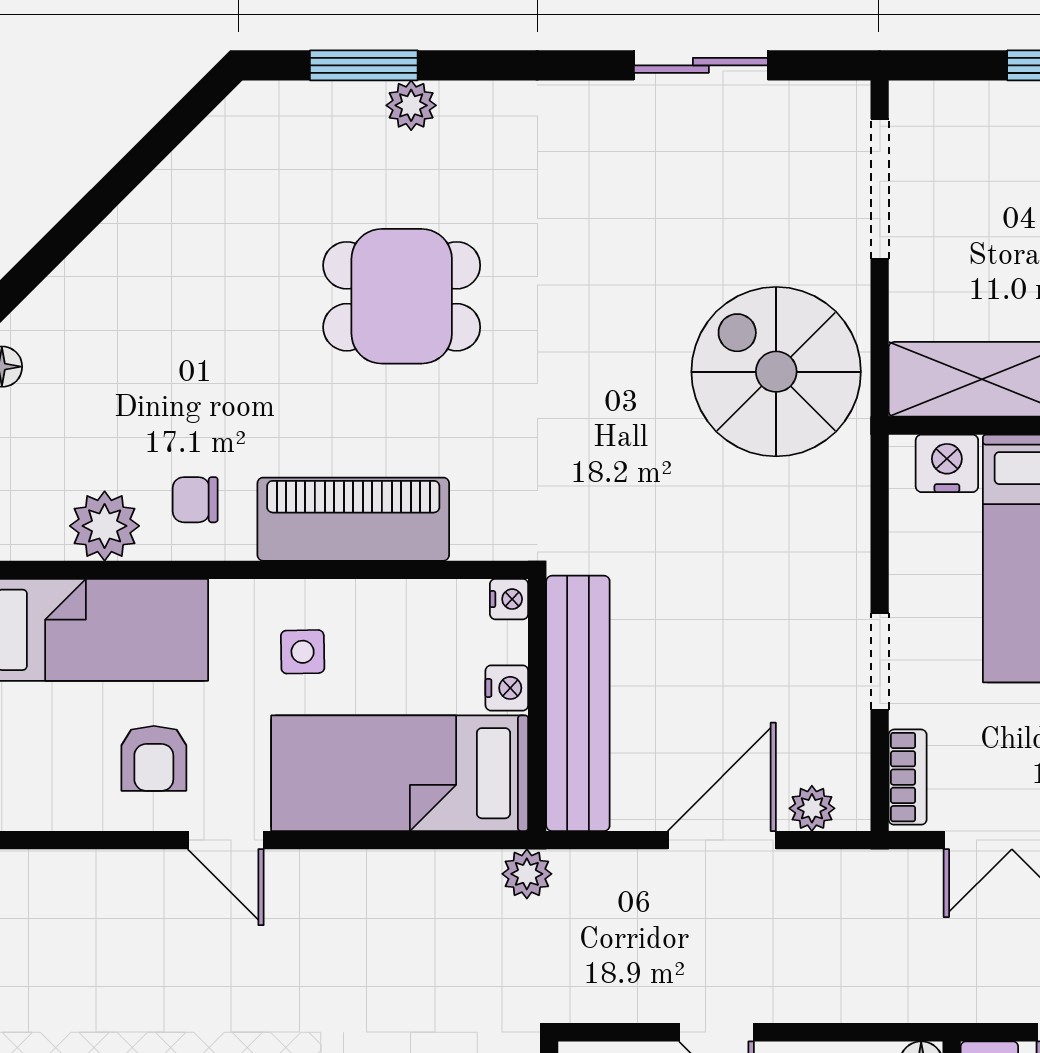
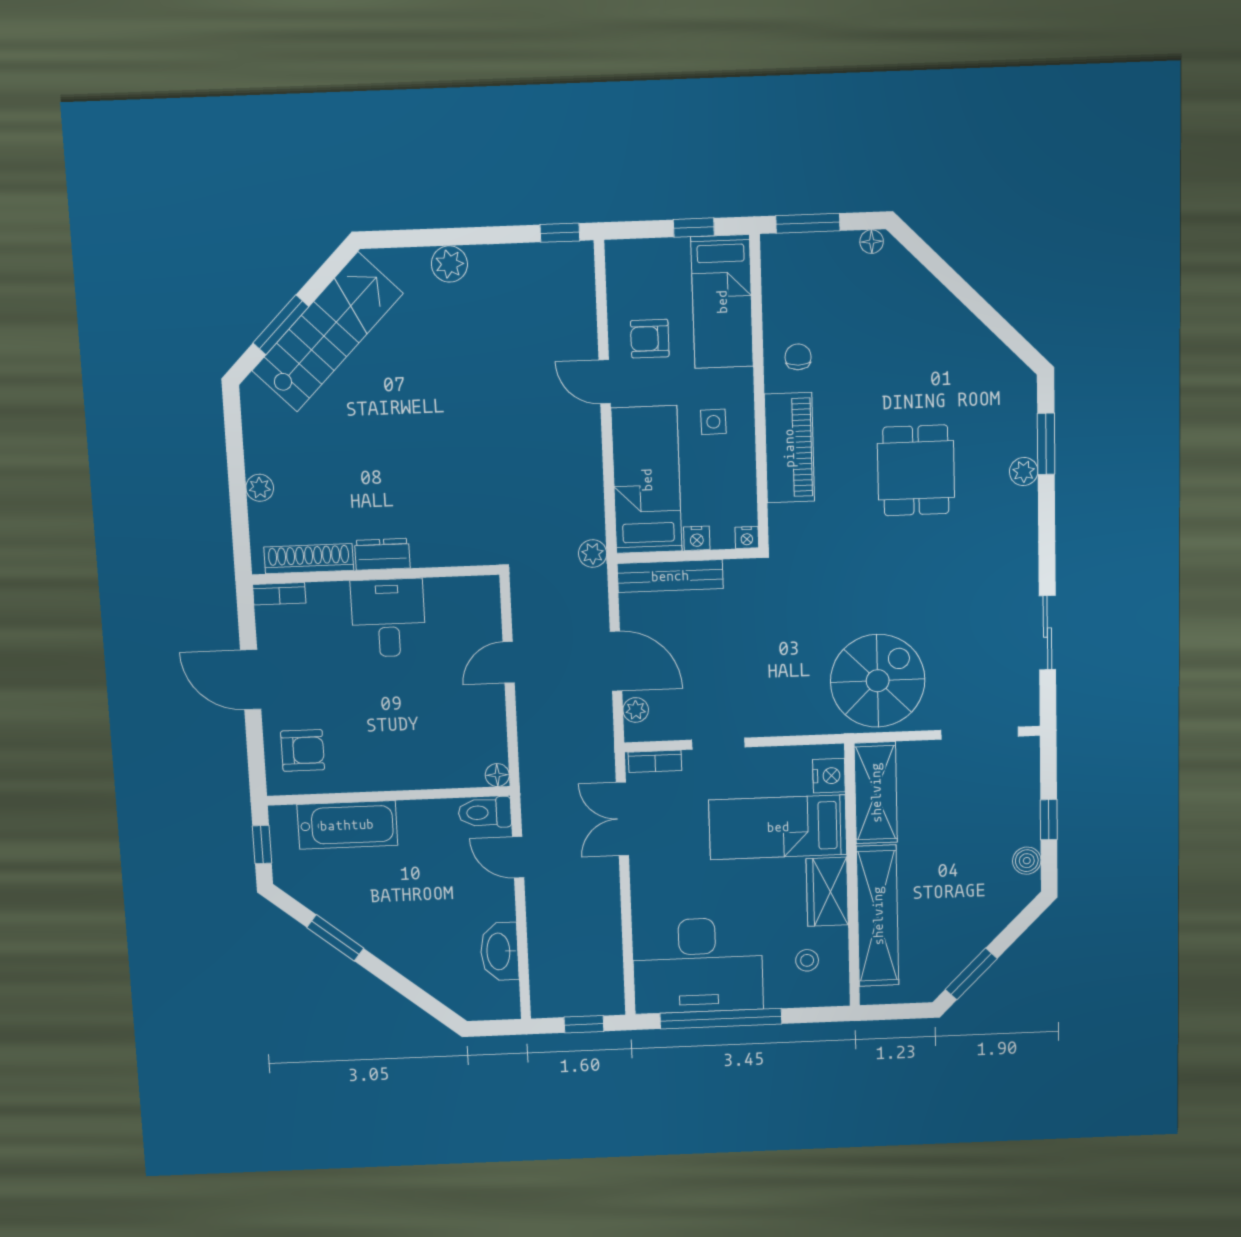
plant: (105, 526) -> (782, 305), removed
bench: (578, 703) -> (670, 576), width x0.73, depth x0.82
door: (226, 840) -> (605, 382), hinge flipped

